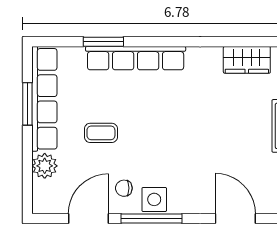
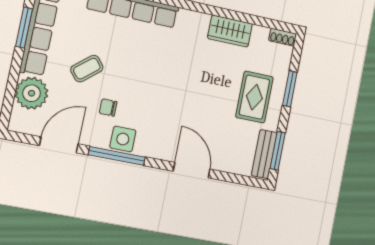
coffee table: (101, 133) -> (87, 69), turned -40
plant: (45, 166) -> (32, 93), width x1.36, depth x1.36
chair: (124, 188) -> (108, 107), moved

